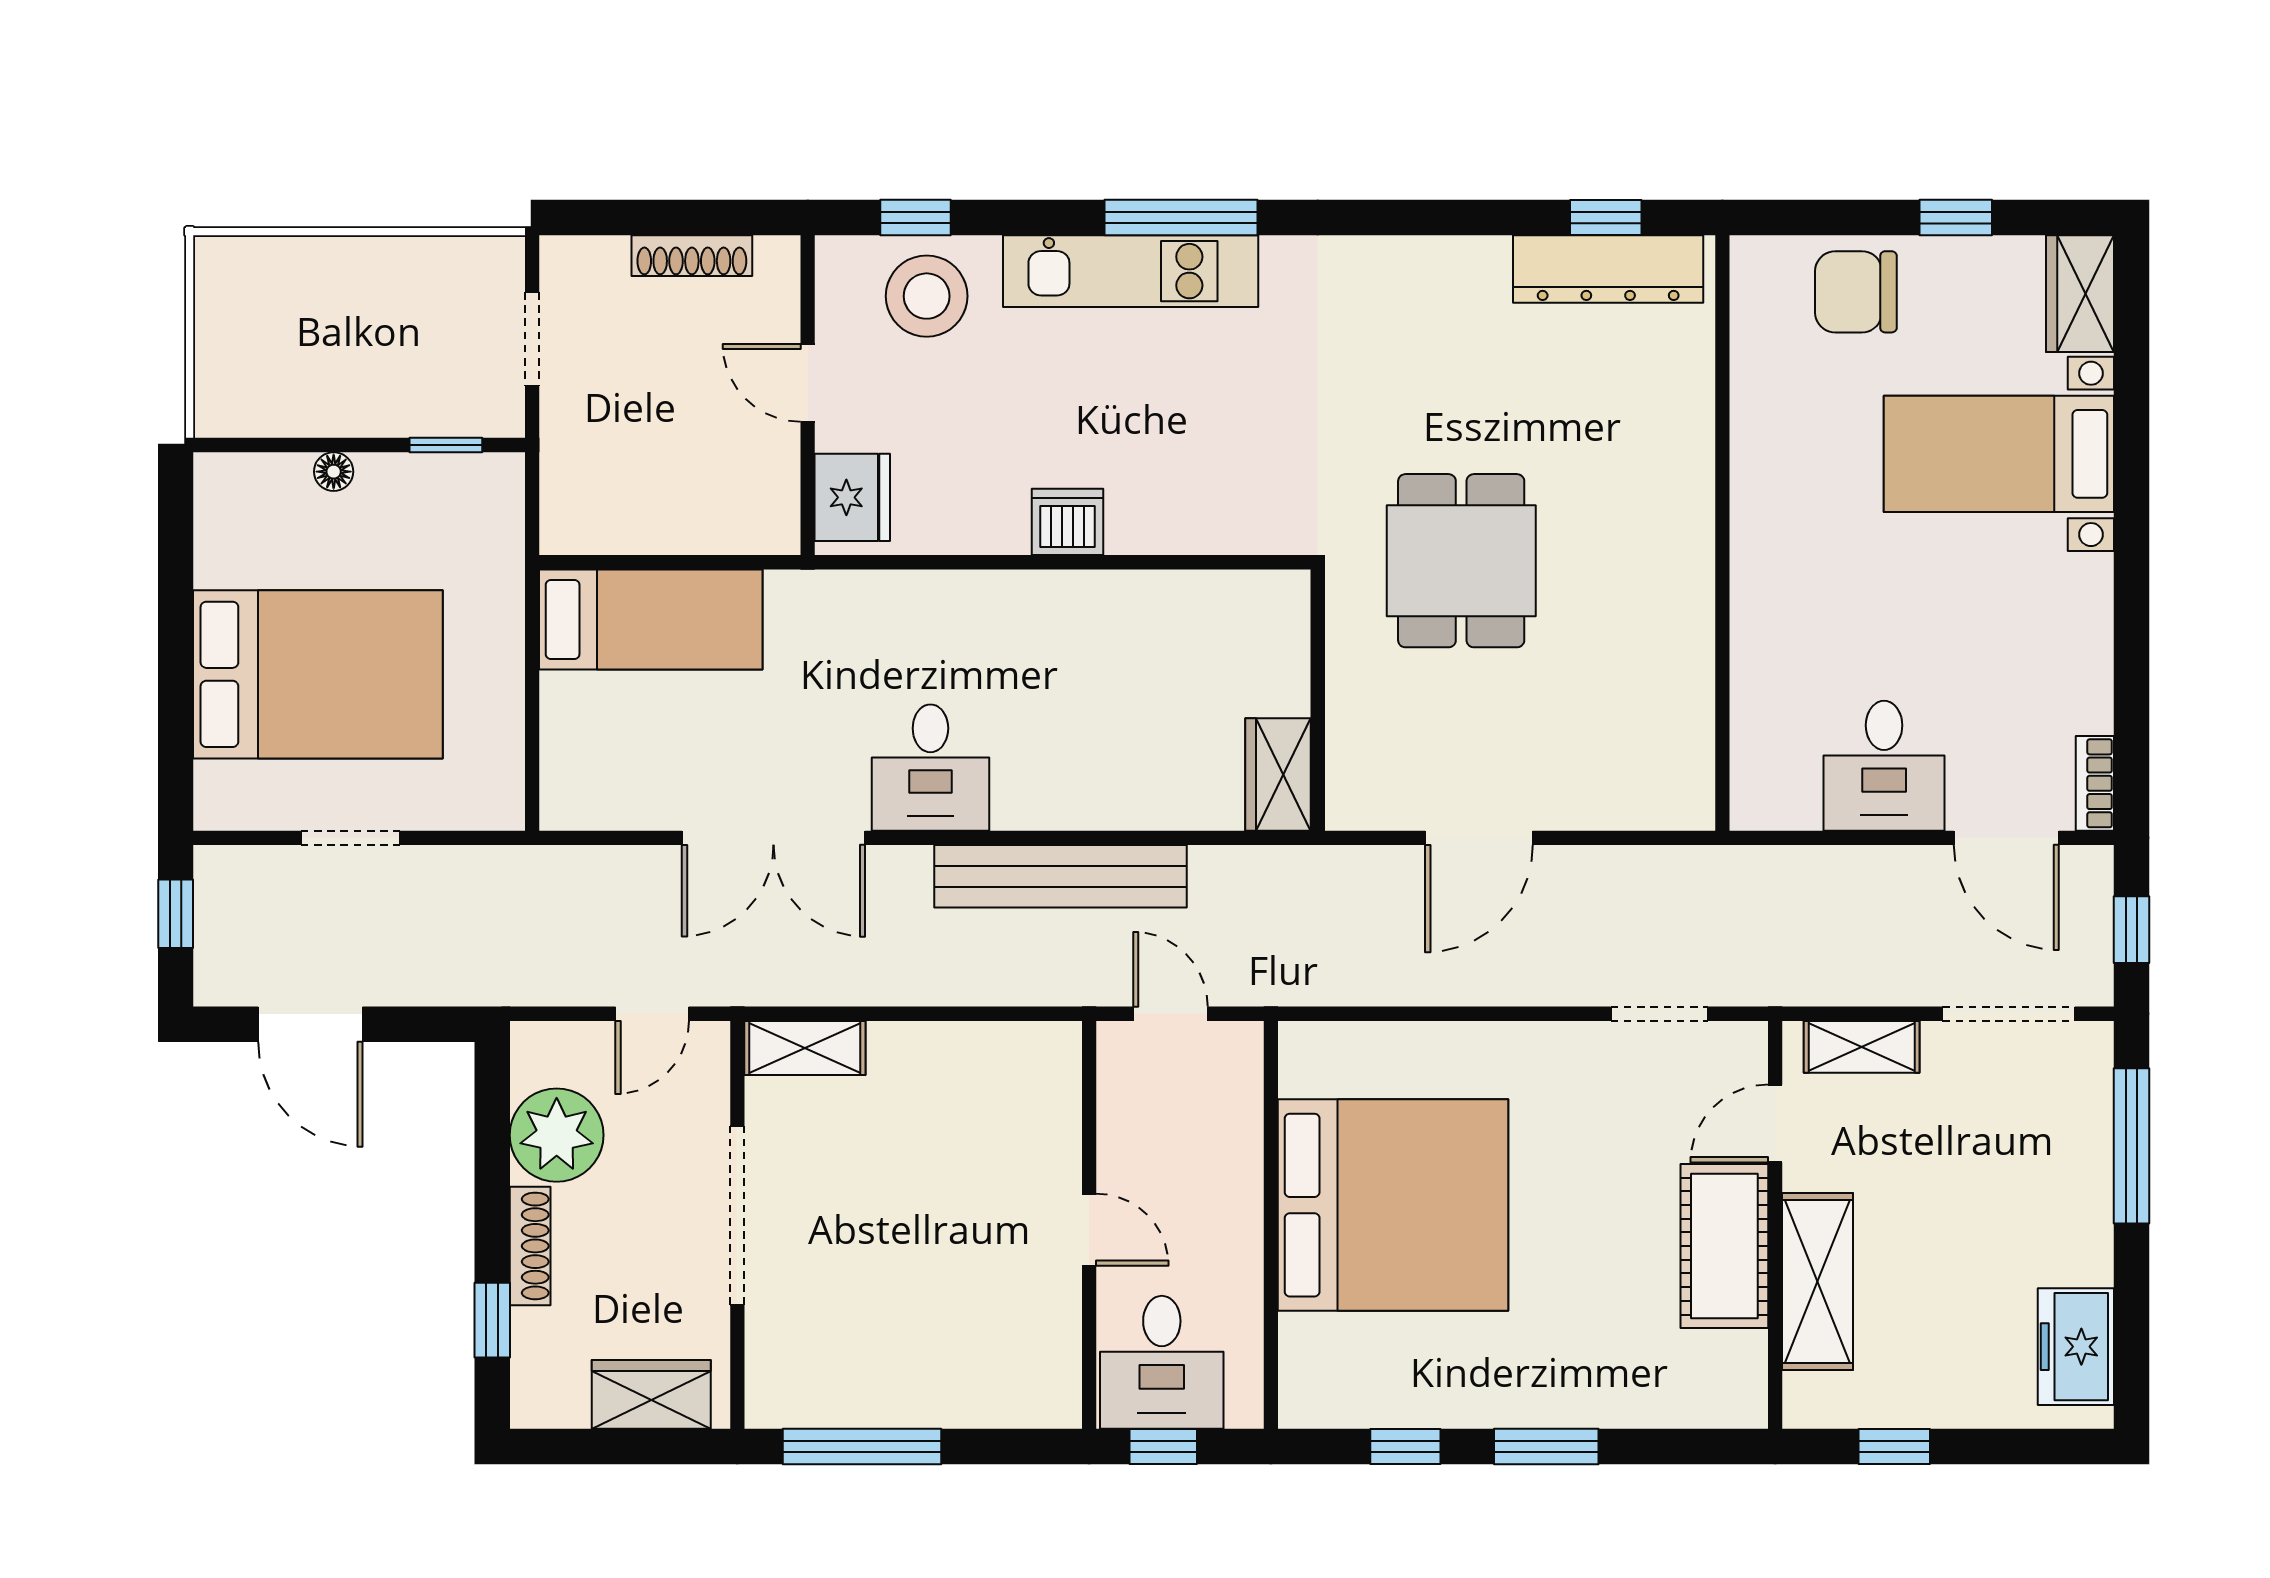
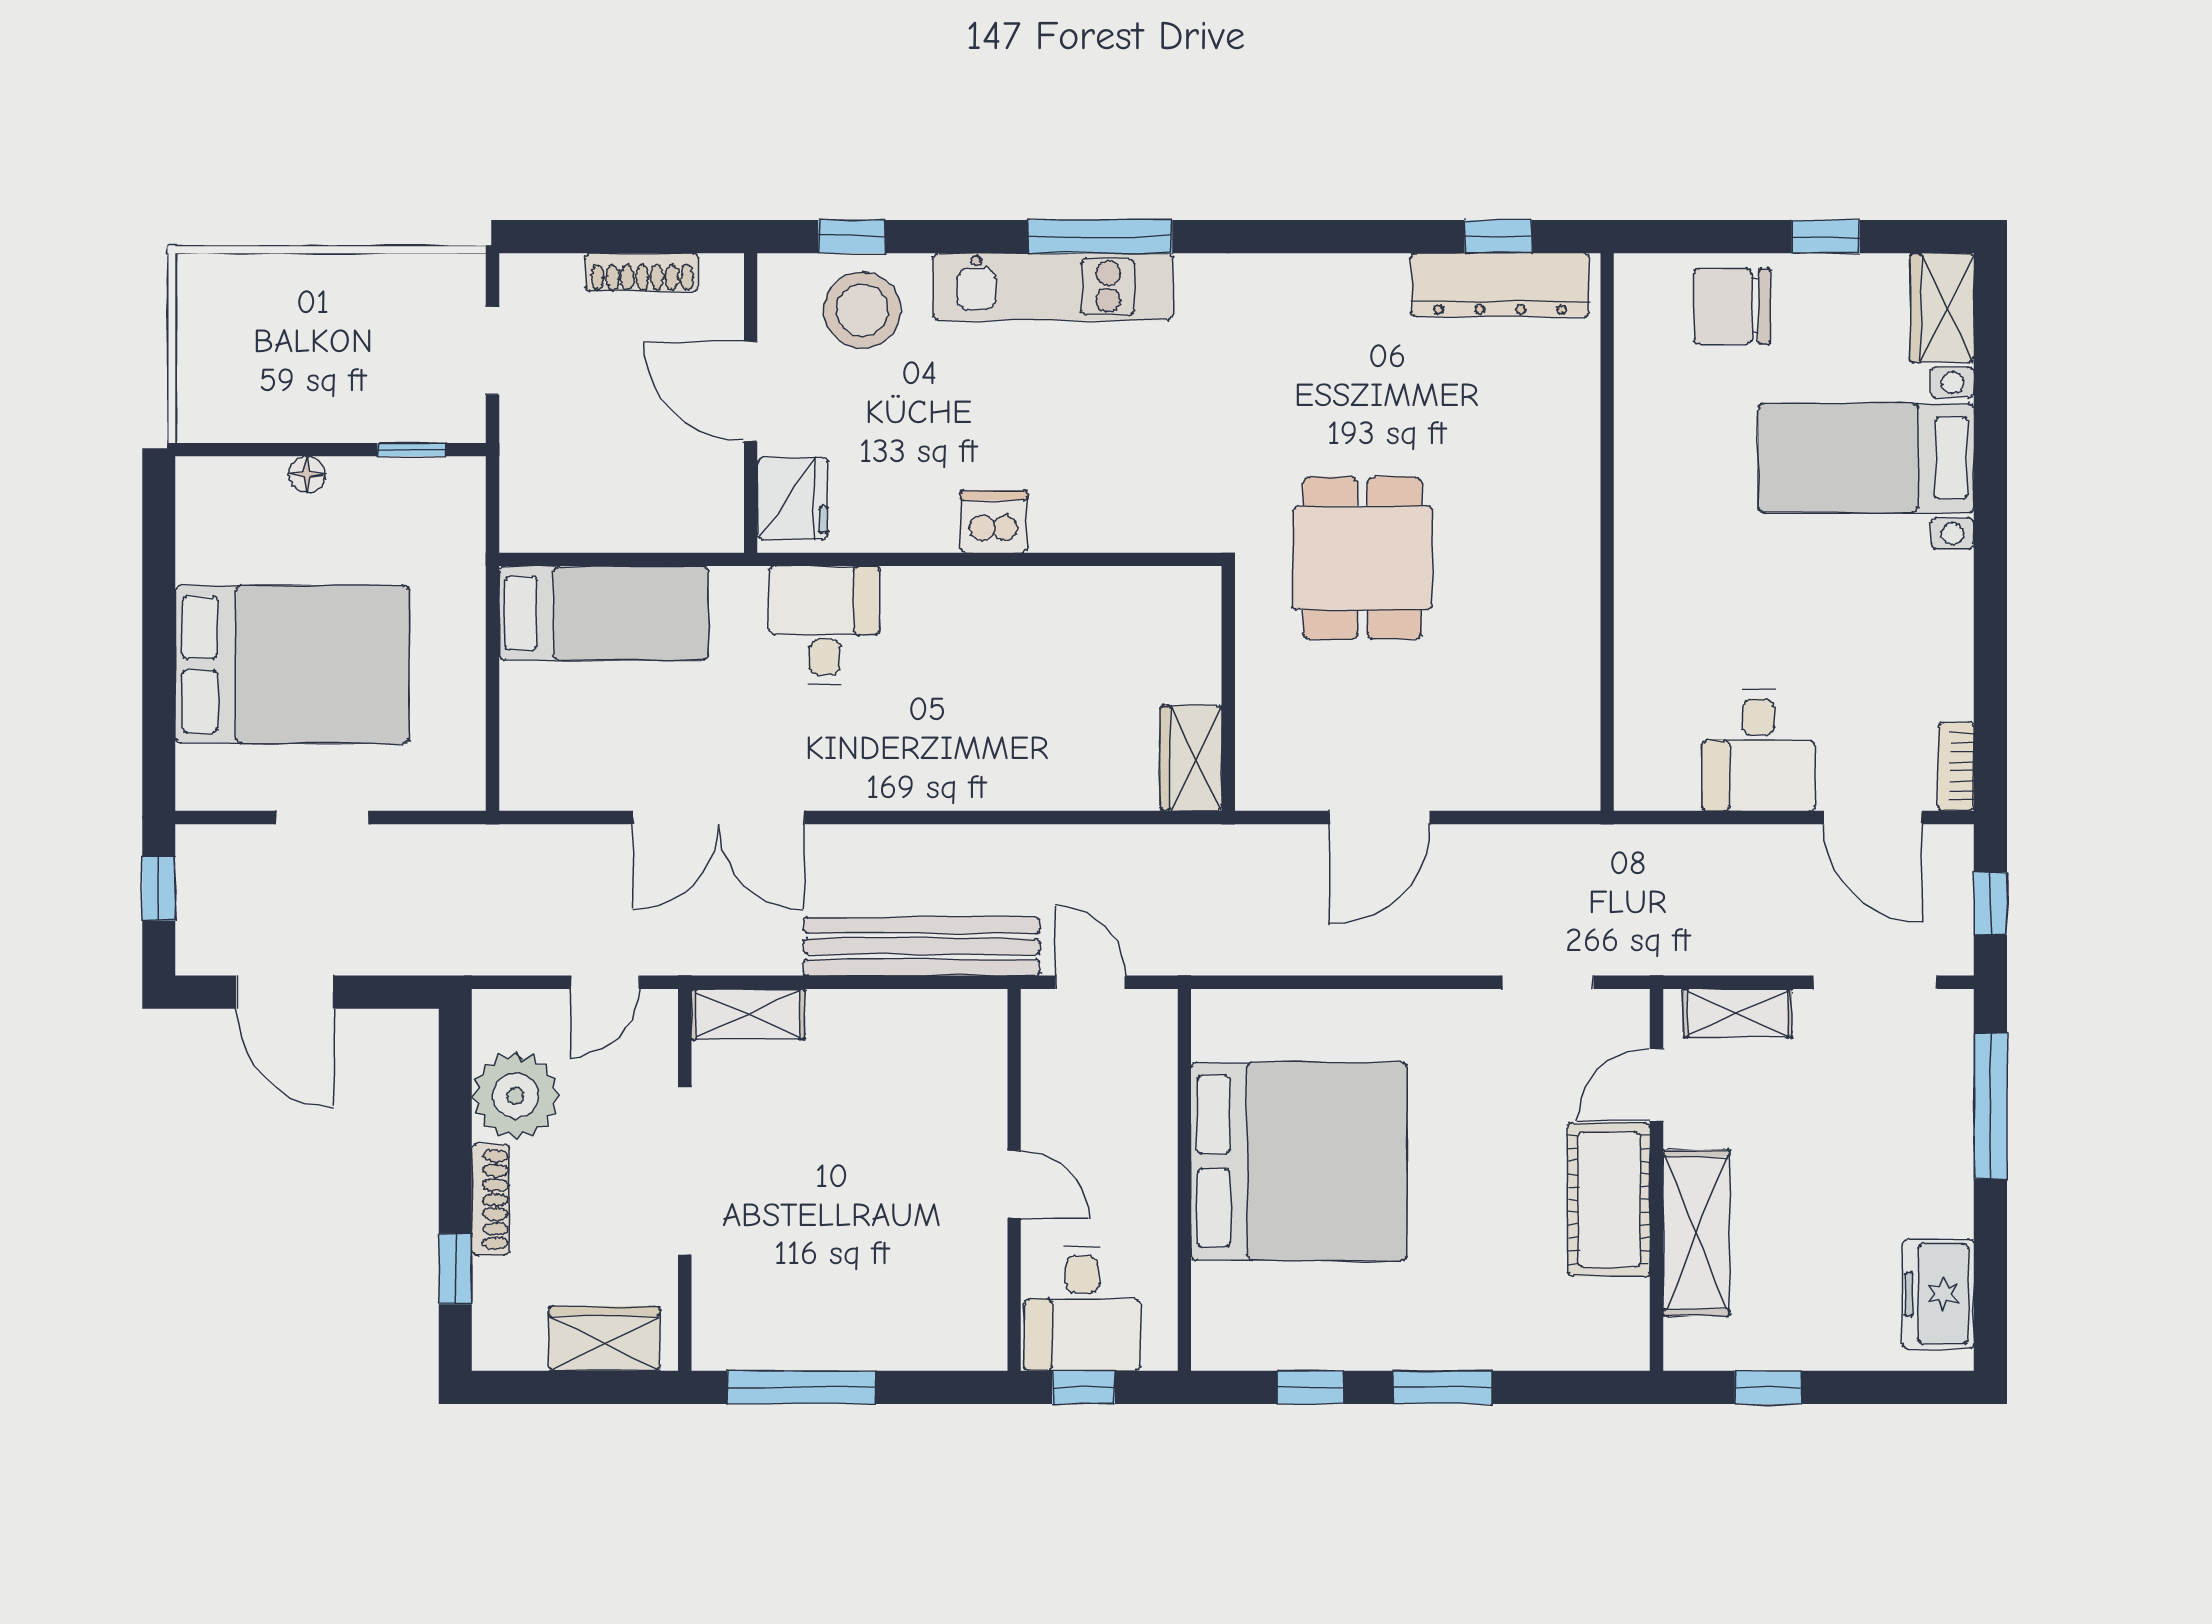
door: (808, 383) -> (751, 391), width x1.38
desk: (930, 768) -> (825, 625), moved, turned 180
bench: (1061, 876) -> (922, 946), moved

